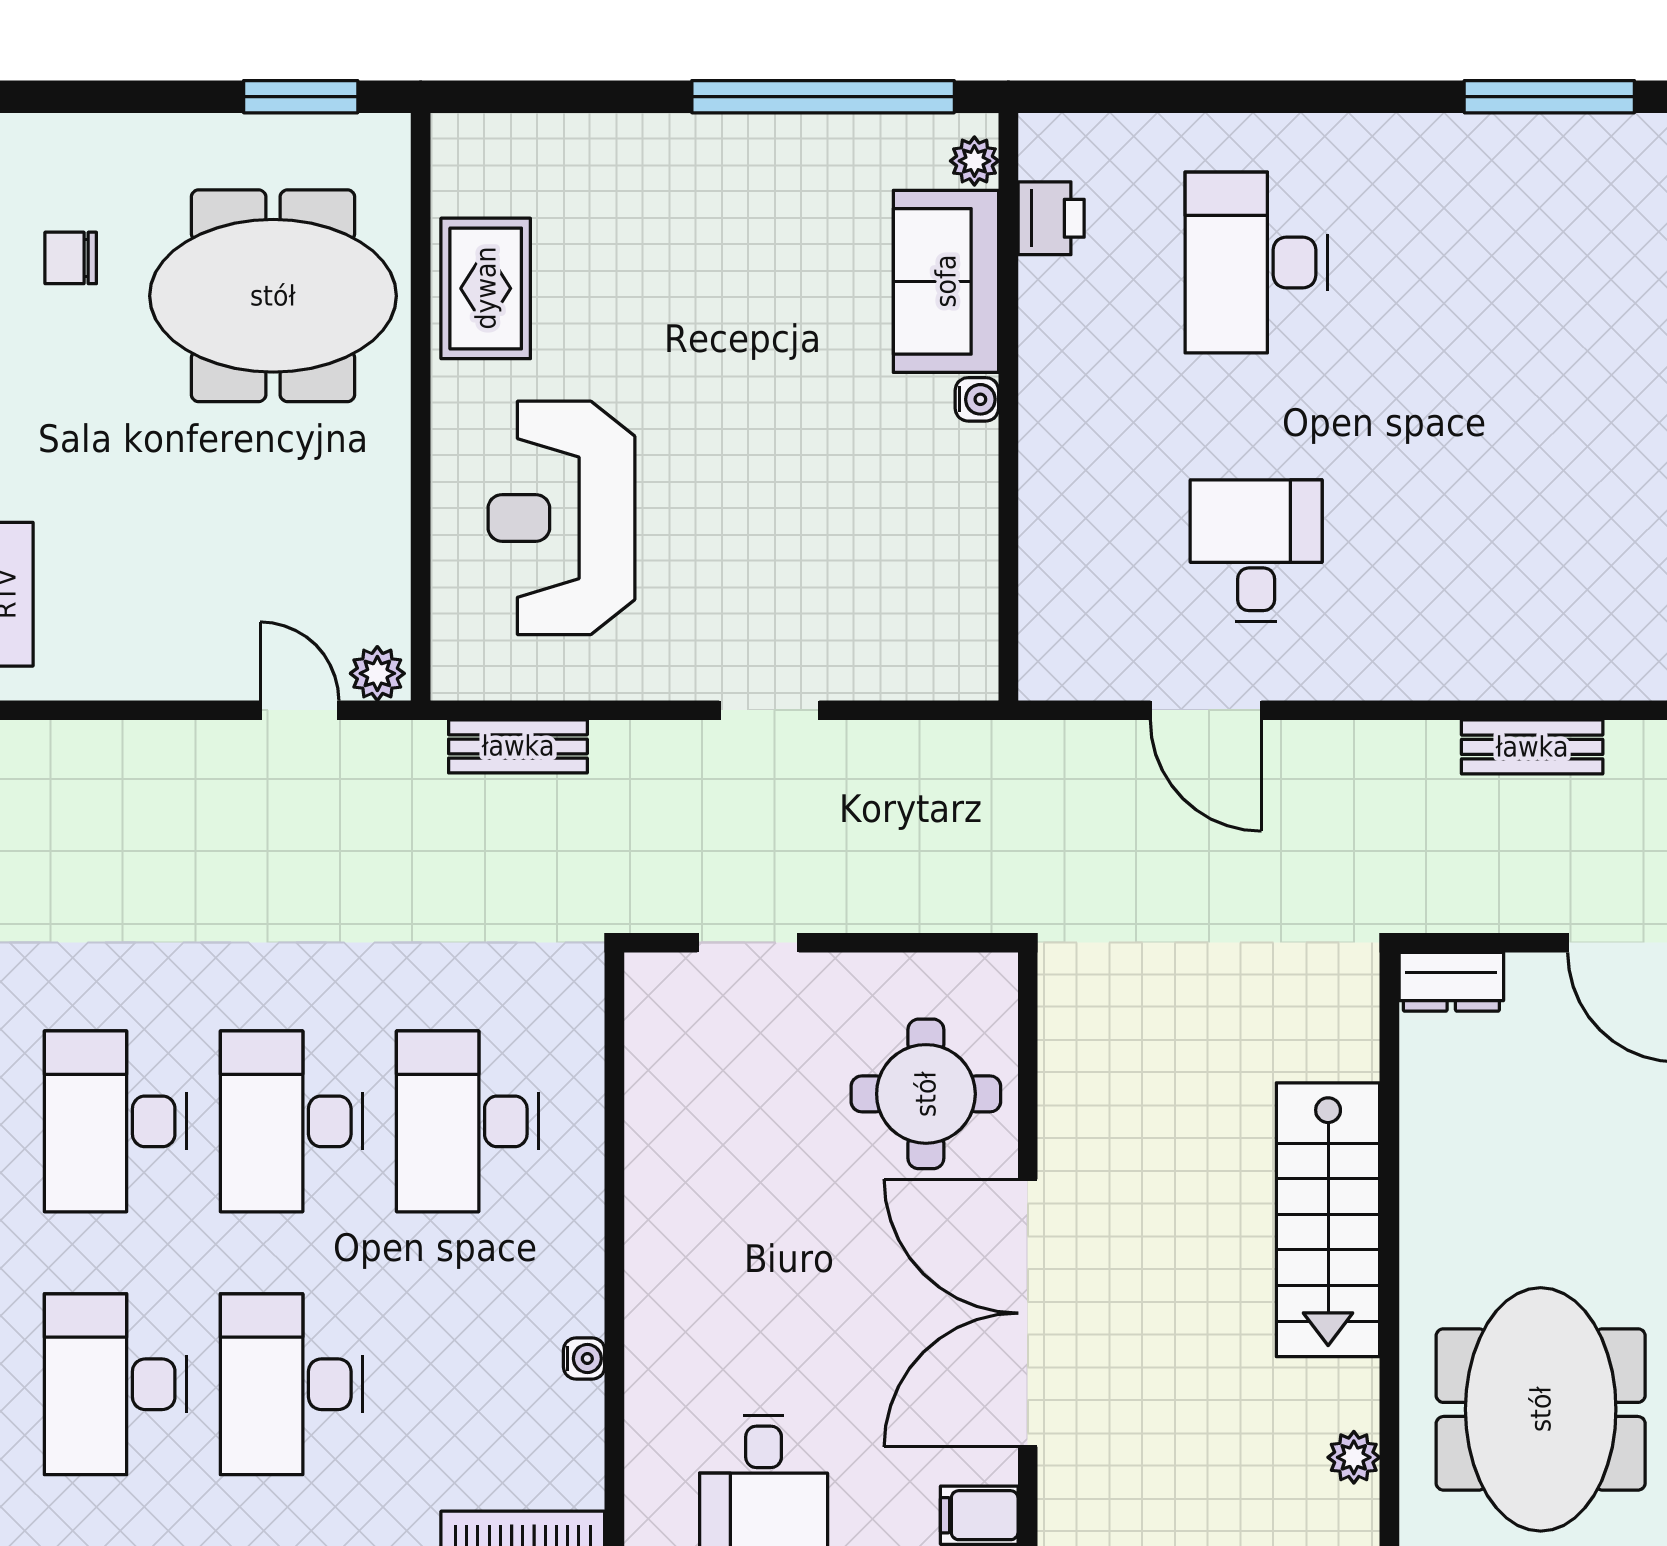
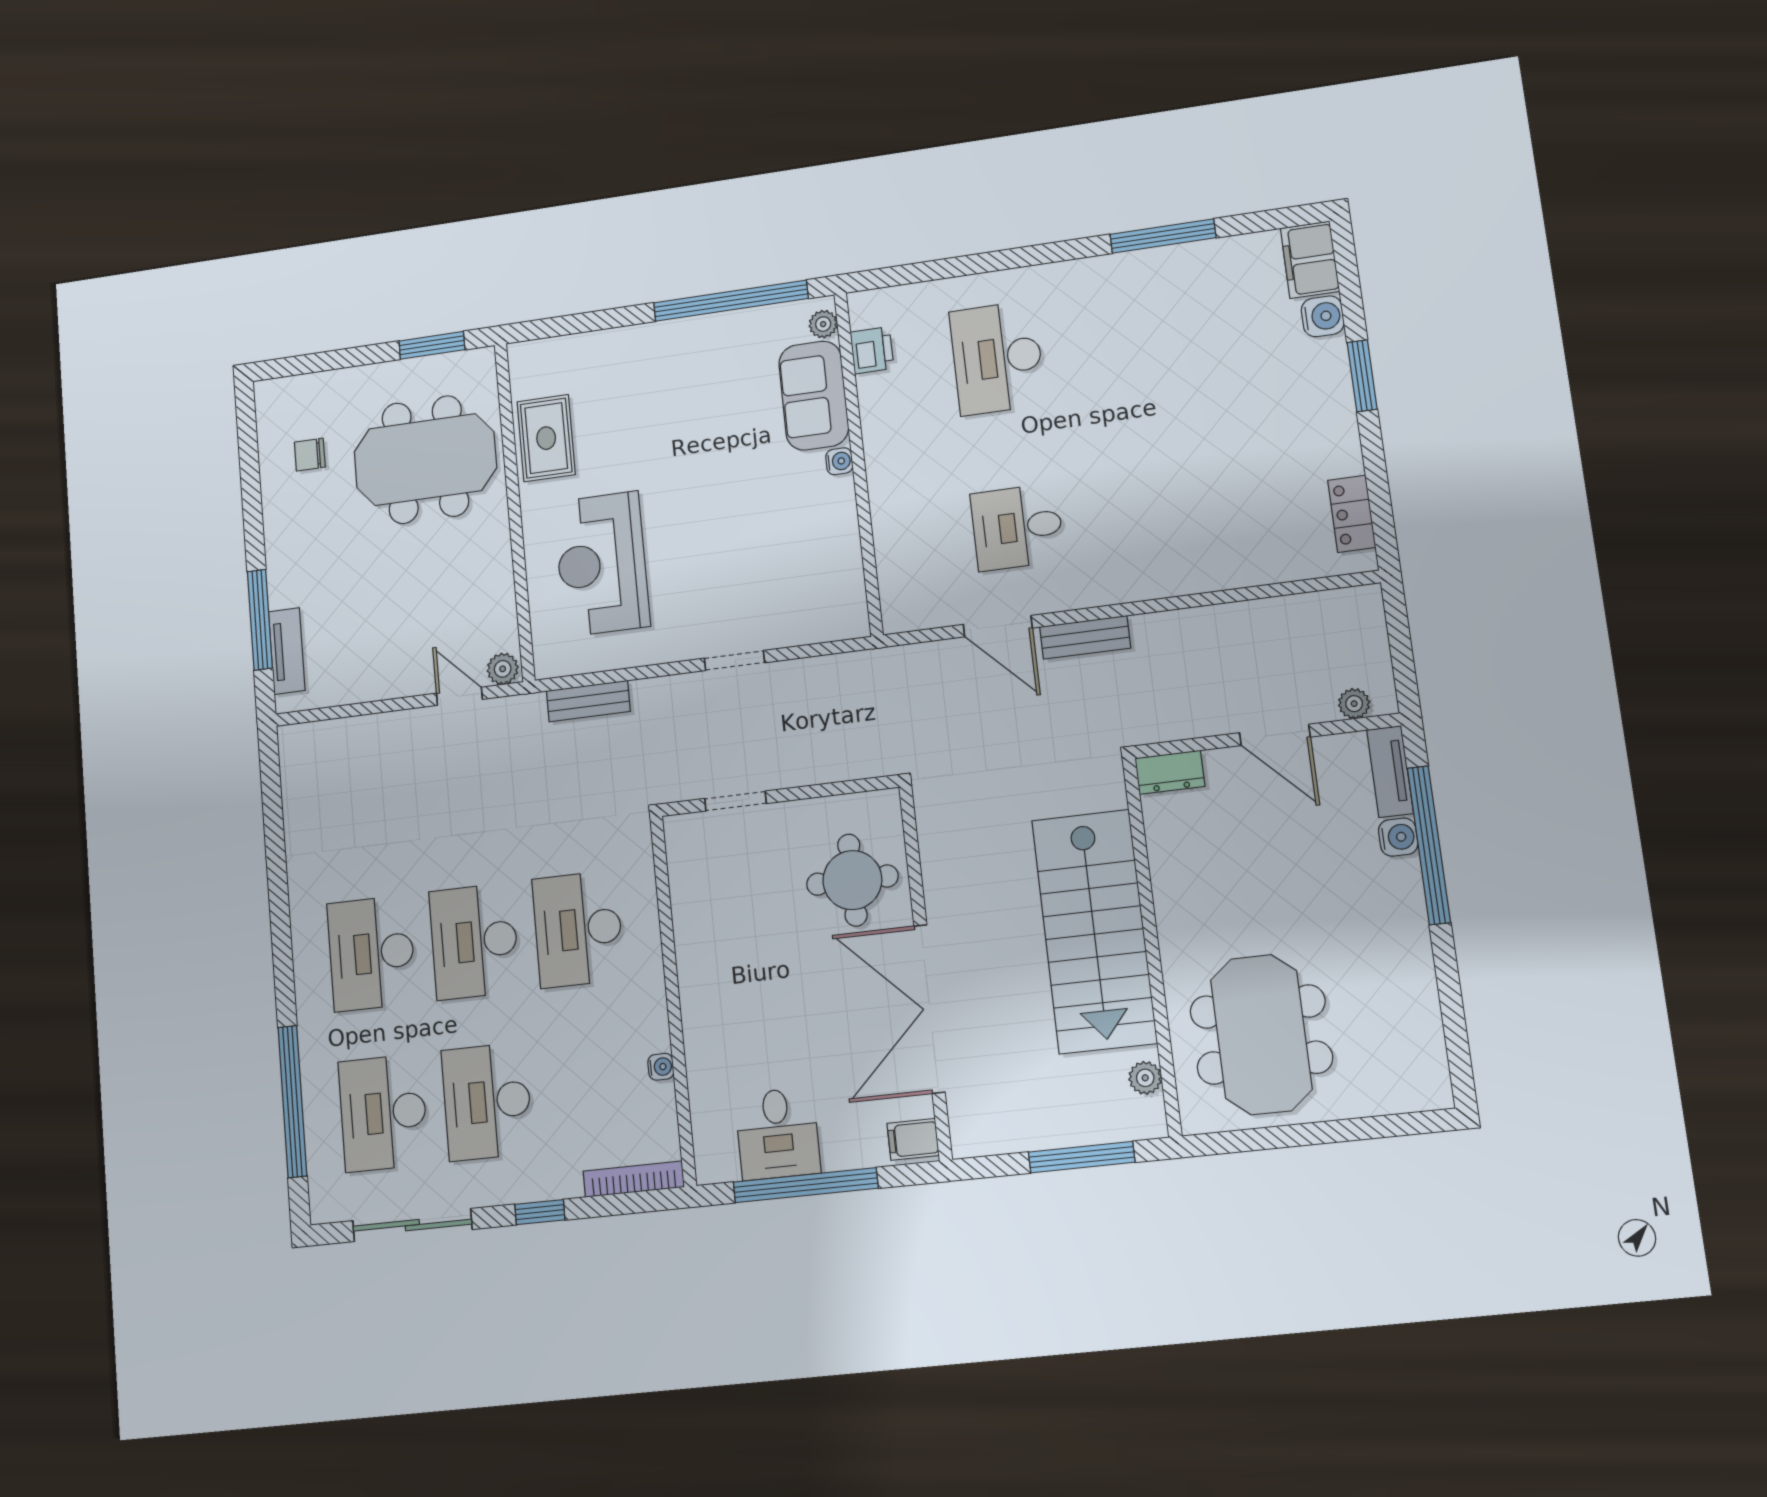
desk: (1256, 551) -> (1017, 527), turned -90
bench: (1532, 747) -> (1085, 637), moved
stairs: (1328, 1220) -> (1094, 931), width x1.36, depth x1.51

